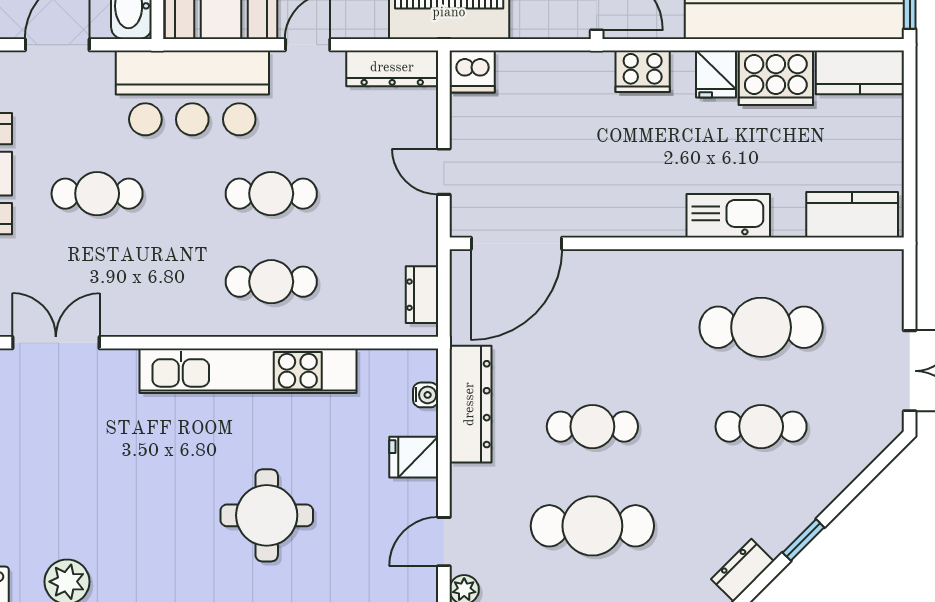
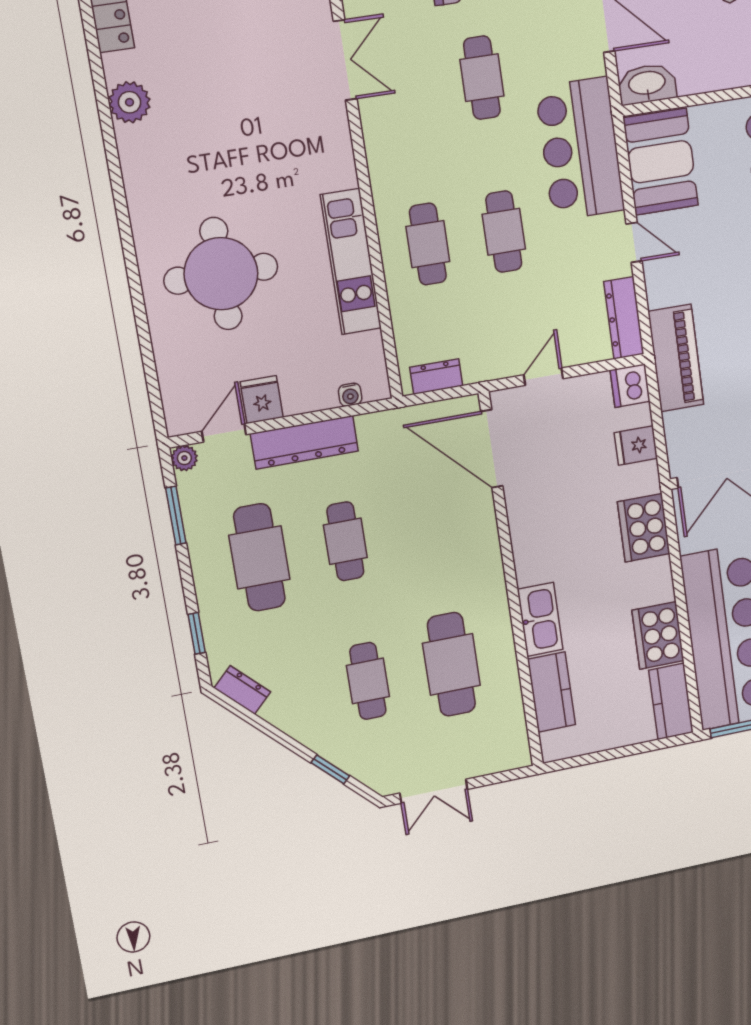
cooker: (643, 71) -> (644, 528), width x1.37, depth x1.31
fridge: (716, 74) -> (636, 445), moved
kitchen counter: (852, 215) -> (551, 692), moved
kitchen unit: (248, 371) -> (351, 262), width x0.73
dresser: (470, 404) -> (304, 442), moved
fridge: (414, 457) -> (262, 400), moved
round table: (267, 515) -> (221, 274), width x1.36, depth x1.36
window: (803, 540) -> (330, 769), moved
door: (444, 542) -> (224, 433), hinge flipped

